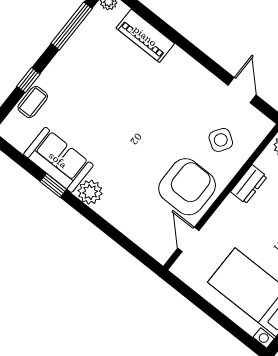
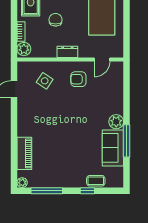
dresser: (249, 184) -> (67, 52), moved
window: (53, 185) -> (127, 141), width x2.17
armchair: (187, 187) -> (78, 79), width x0.53, depth x0.53

